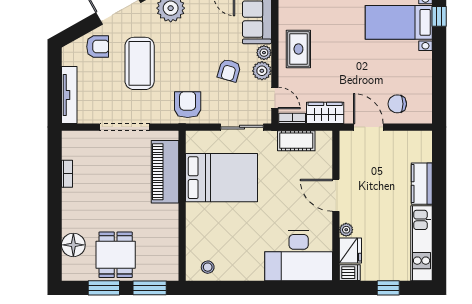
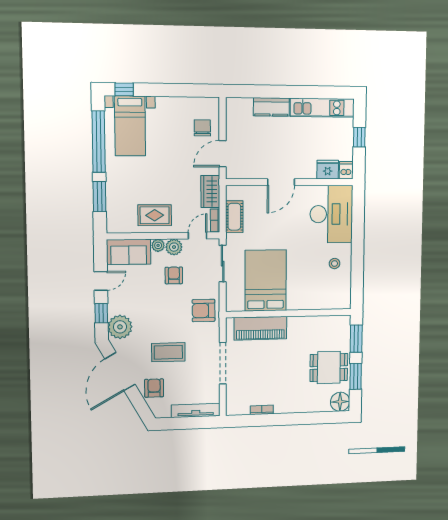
coffee table: (140, 63) -> (168, 352), width x0.73, depth x0.76
armchair: (229, 70) -> (174, 275), turned -106
chair: (397, 104) -> (202, 128), turned 180
plant: (346, 230) -> (310, 173), removed
floor lamp: (73, 245) -> (340, 402), moved
stool: (208, 267) -> (335, 264), moved

